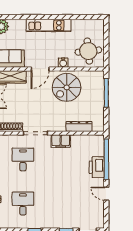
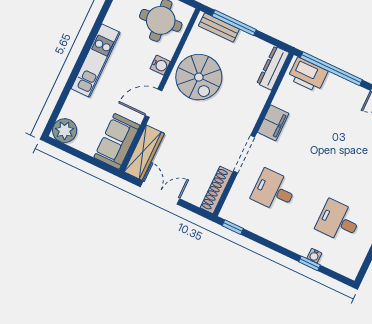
door: (40, 69) -> (154, 103), swing flipped
bench: (100, 86) -> (219, 27), added
dresser: (79, 127) -> (273, 68), moved
printer: (97, 167) -> (308, 75), moved

